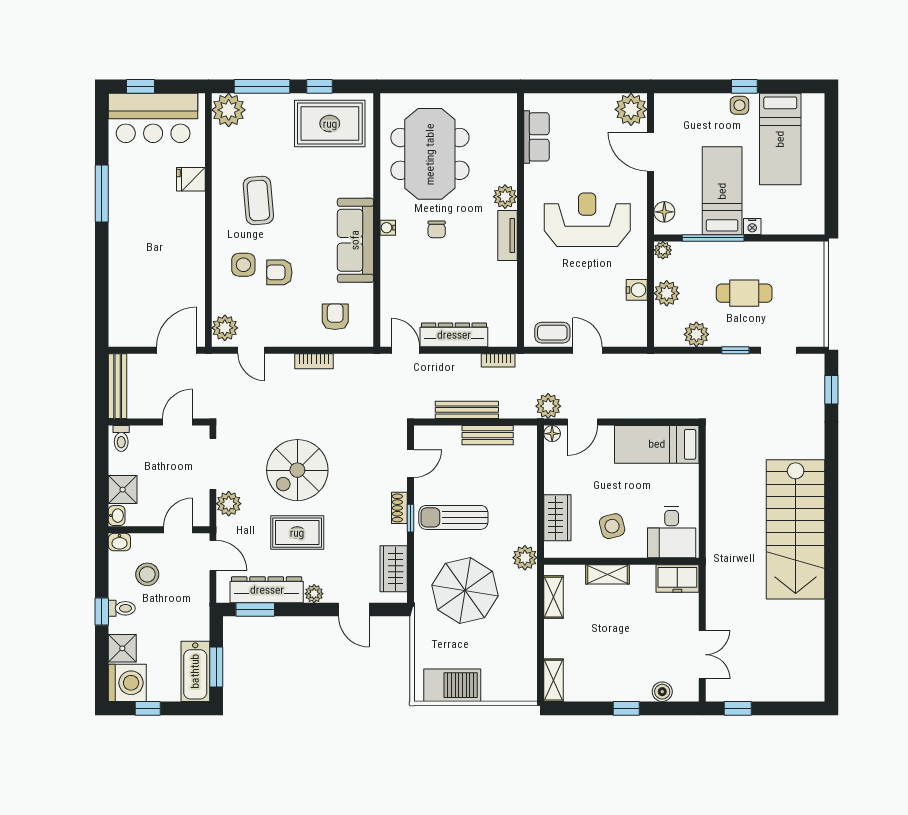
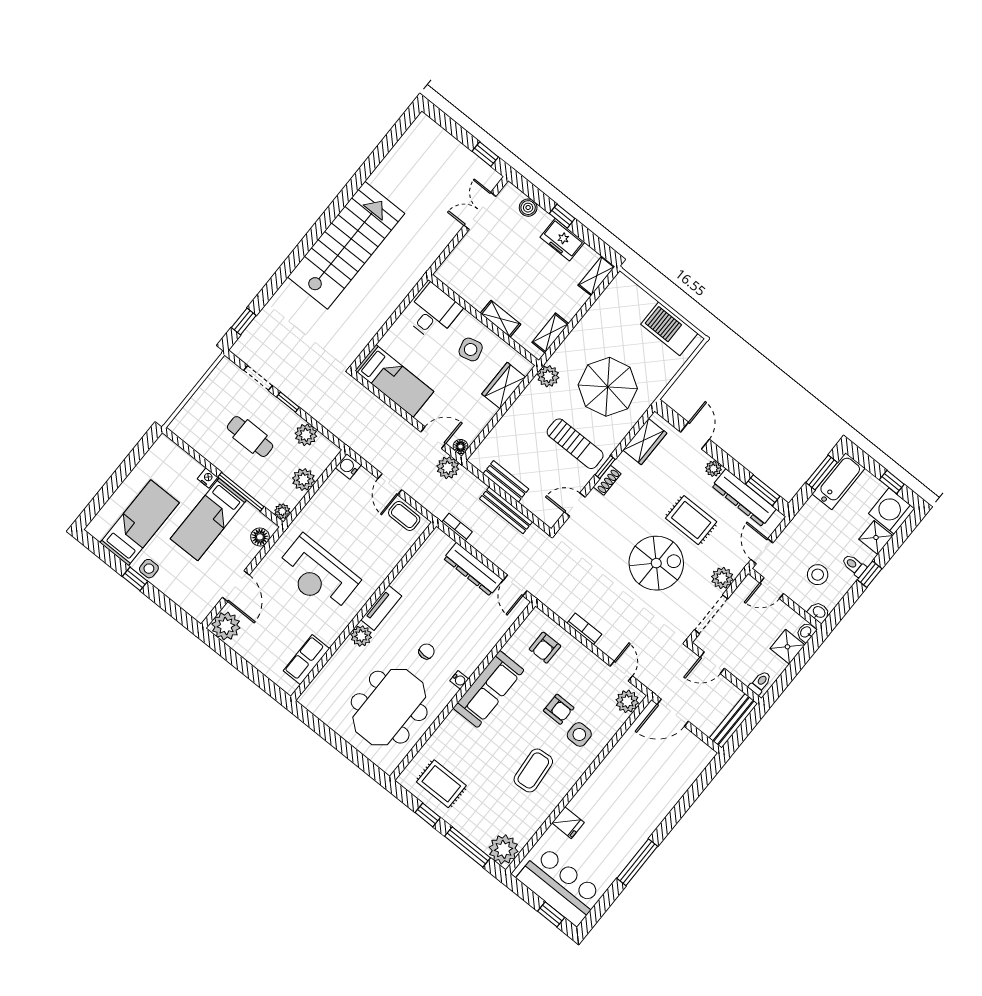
rug: (330, 124) -> (441, 784), width x0.73, depth x0.70
water cooler: (637, 290) -> (348, 466), moved
freezer: (677, 579) -> (562, 240), moved, turned 180

